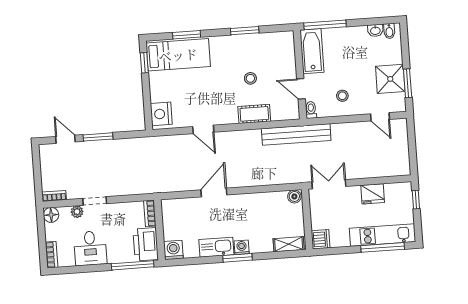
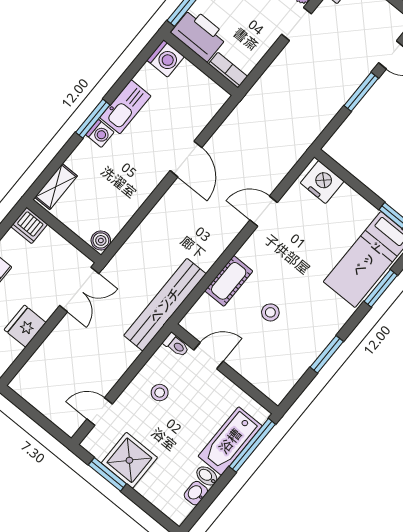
bidet: (389, 31) -> (207, 476), moved
bathtub: (312, 51) -> (230, 441), moved, turned 90

